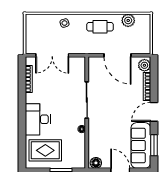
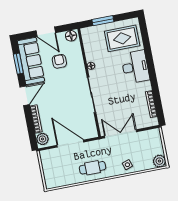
plant: (128, 20) -> (159, 161), moved
double door: (52, 55) -> (121, 134), moved
armchair: (112, 140) -> (59, 61), added

